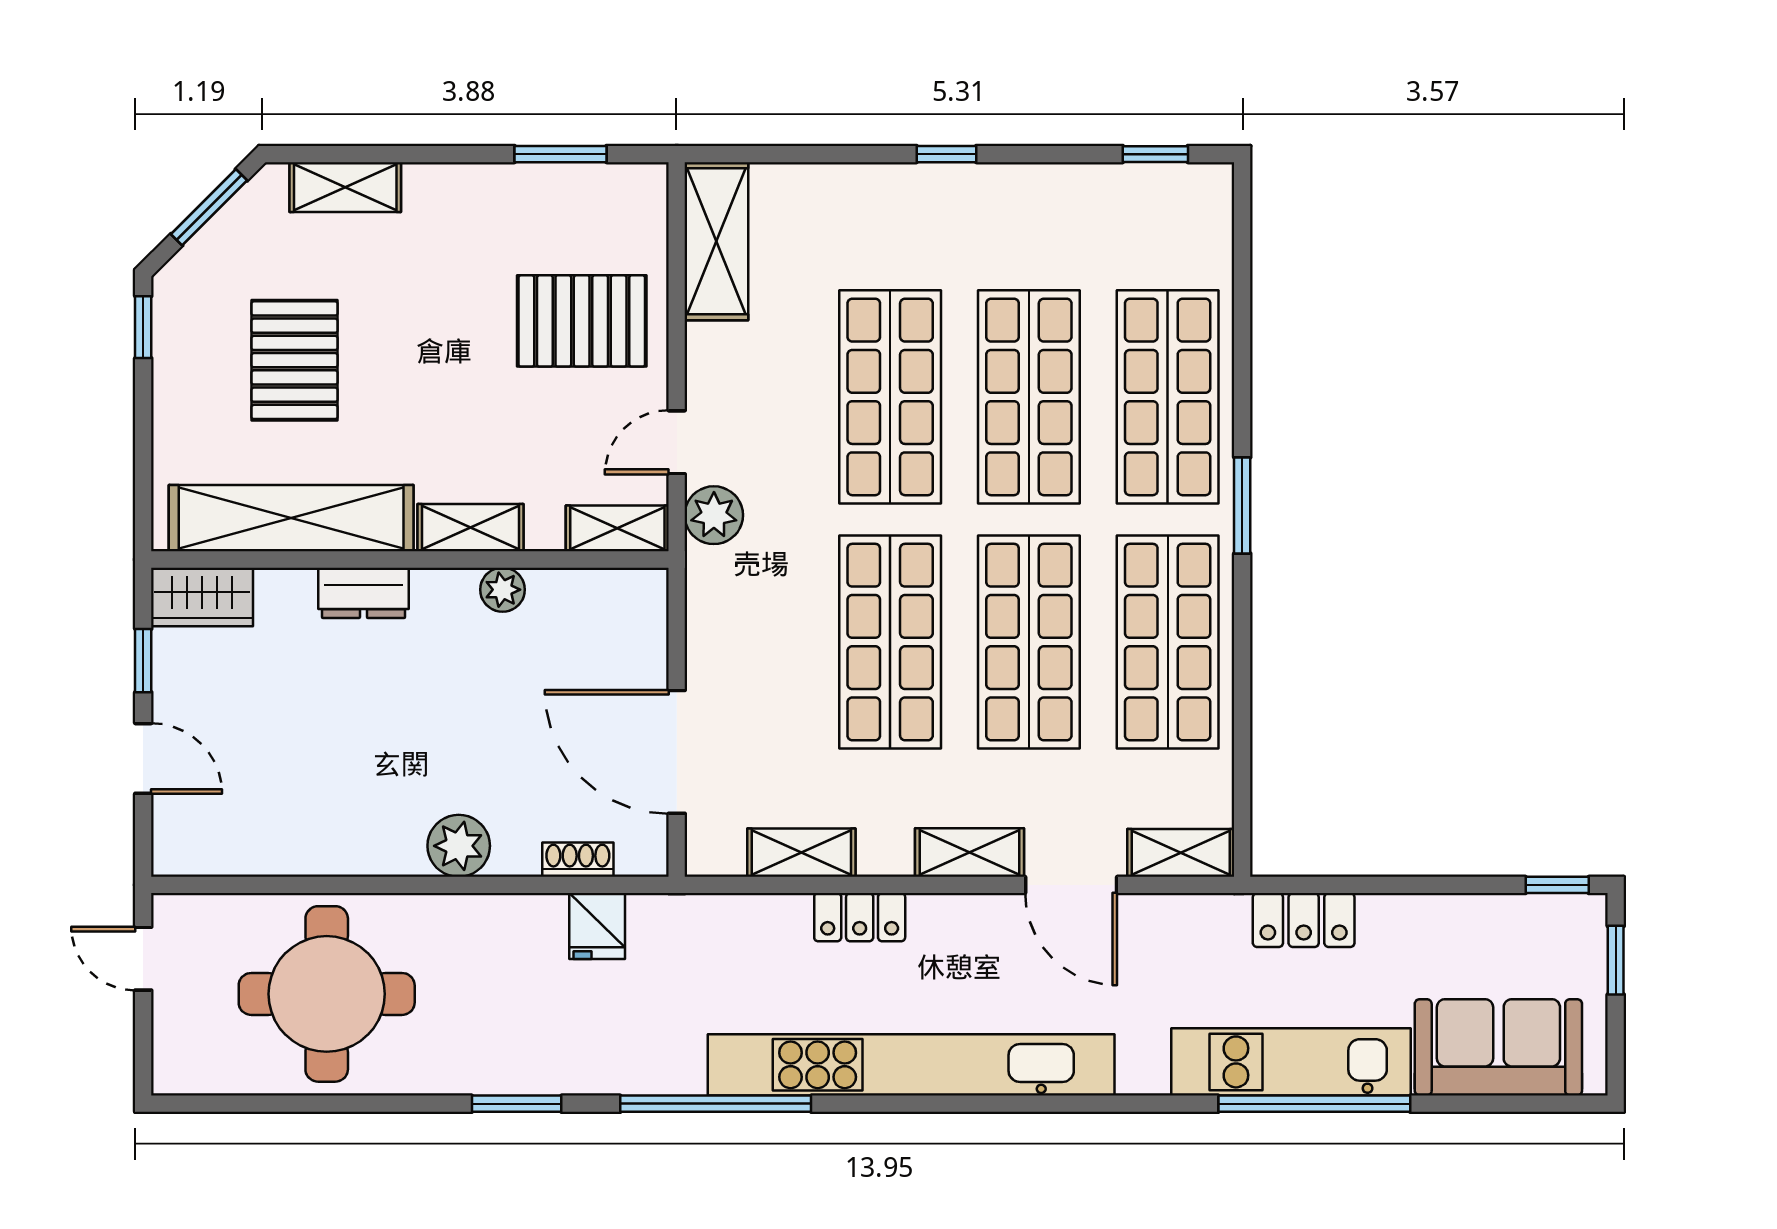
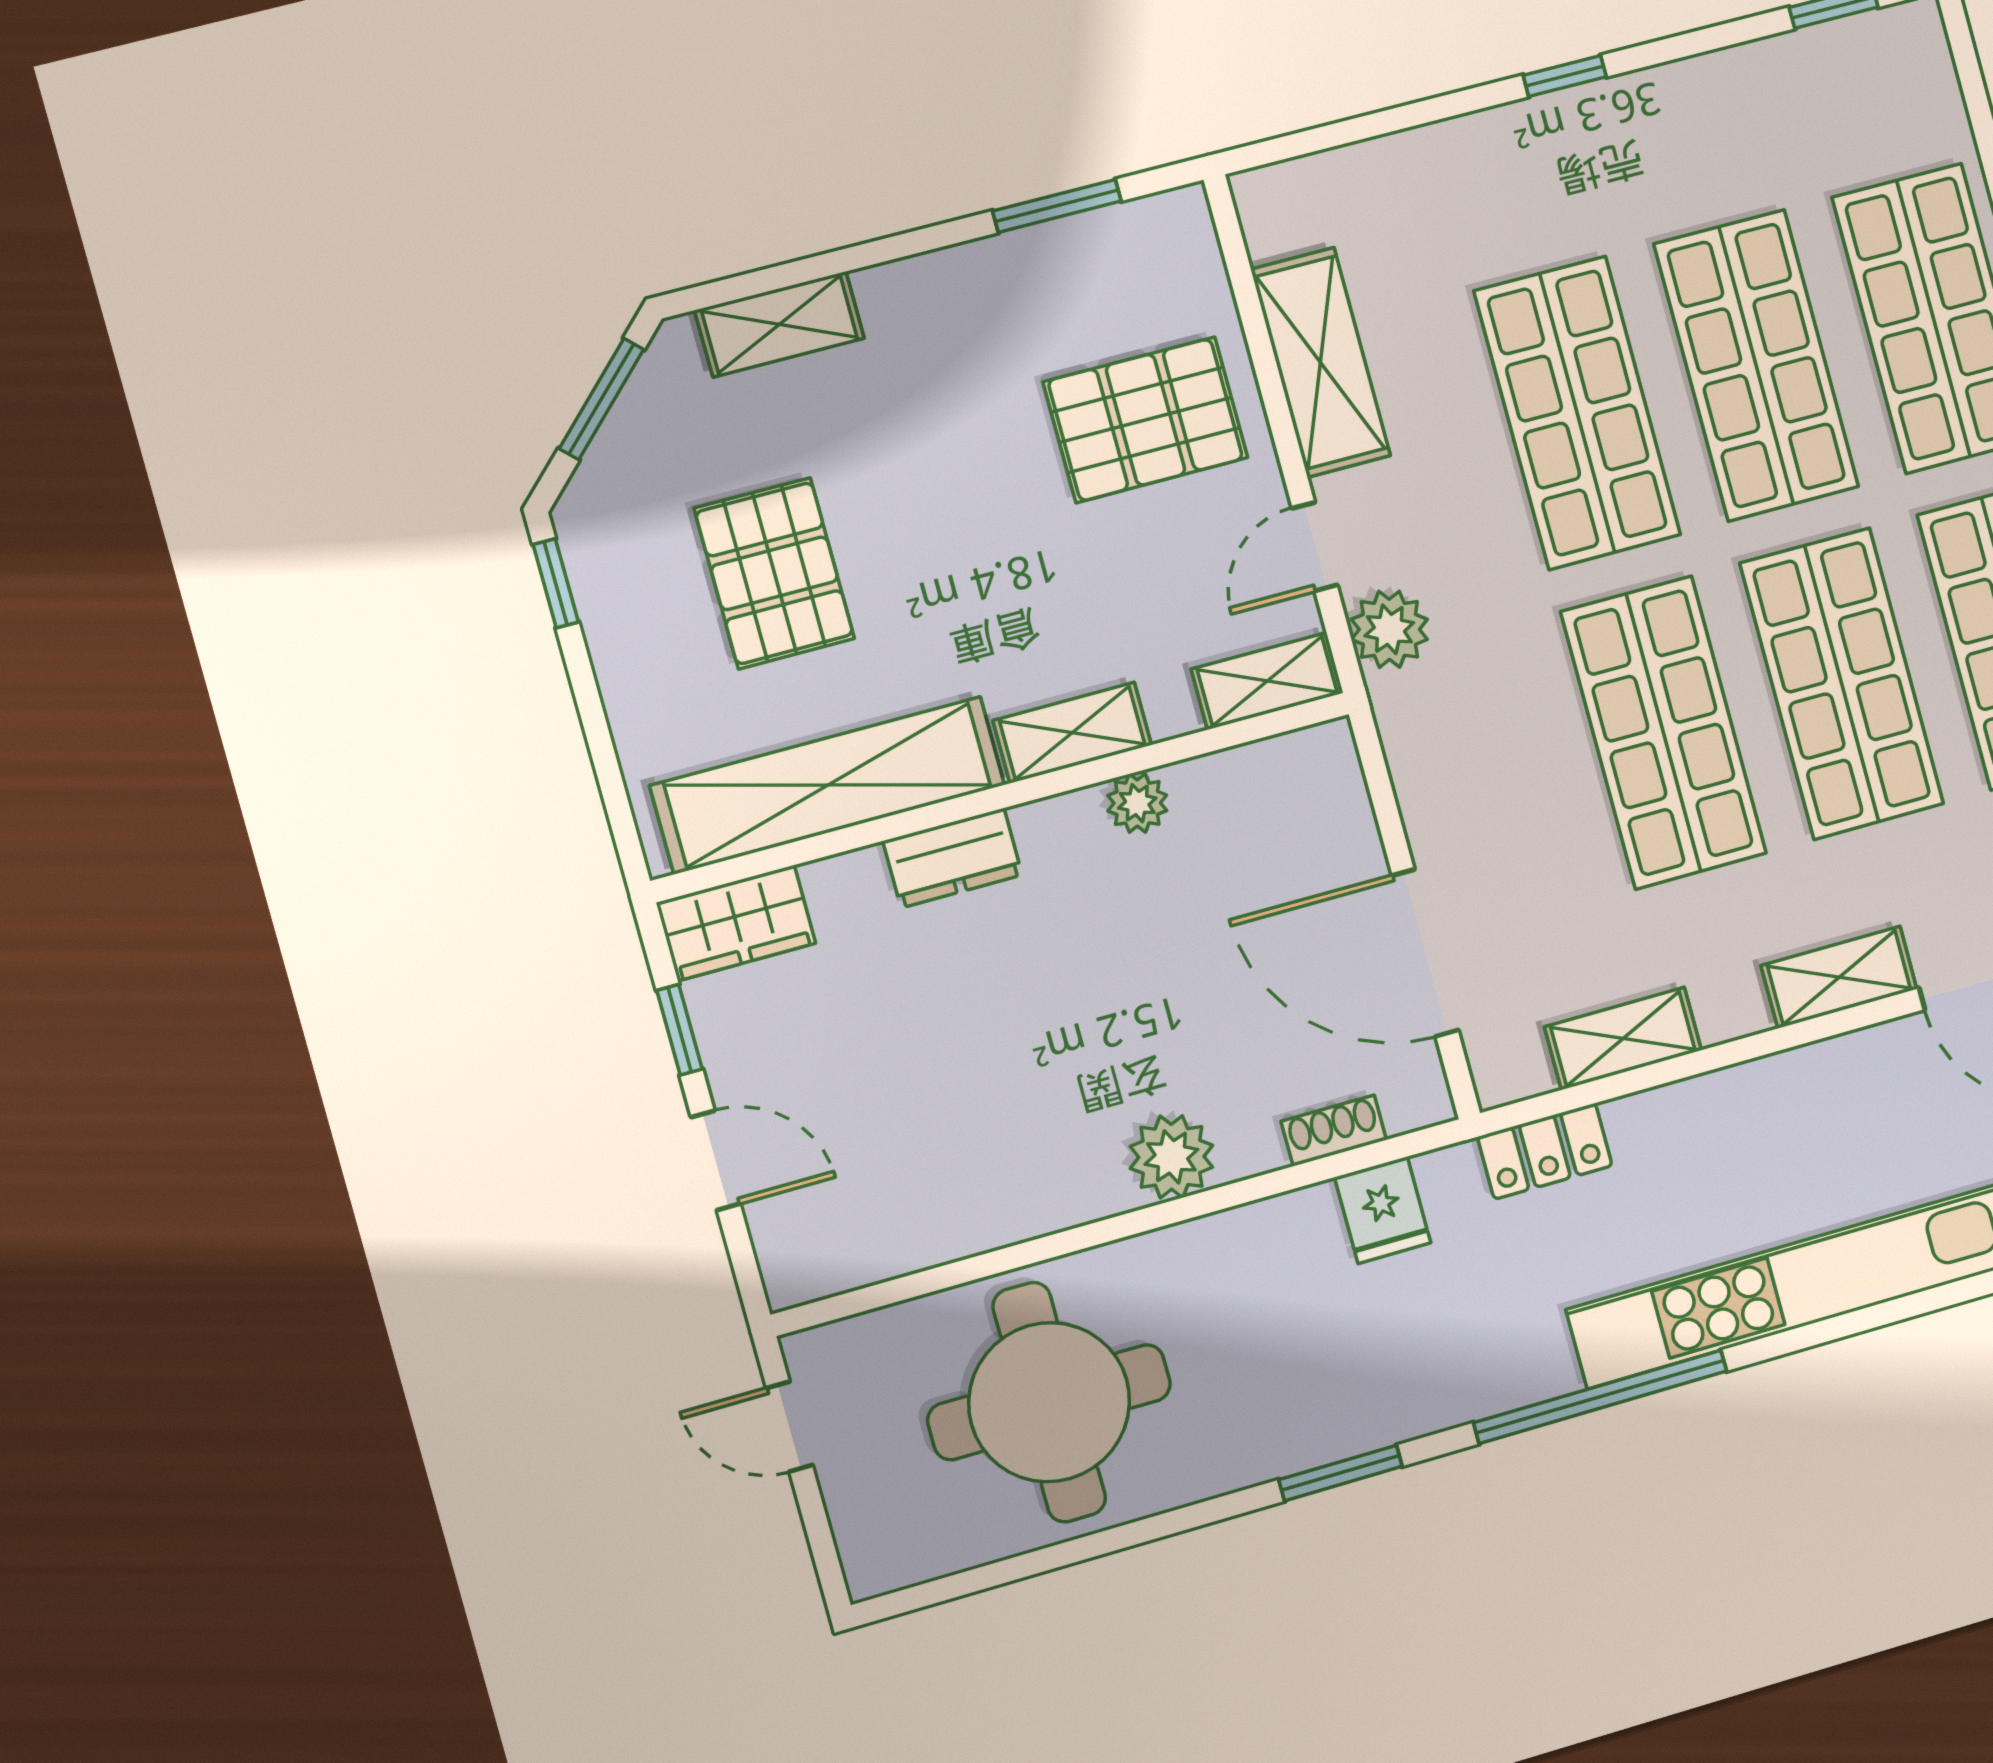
shelving: (716, 241) -> (1321, 362), moved
locker: (860, 917) -> (1545, 1151), moved

